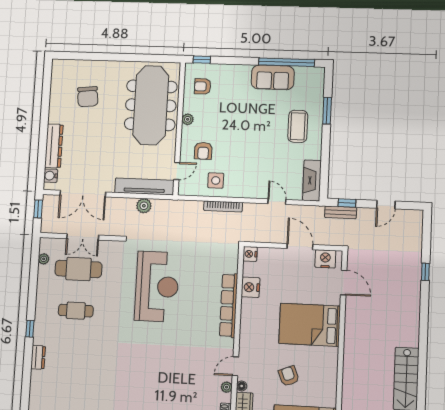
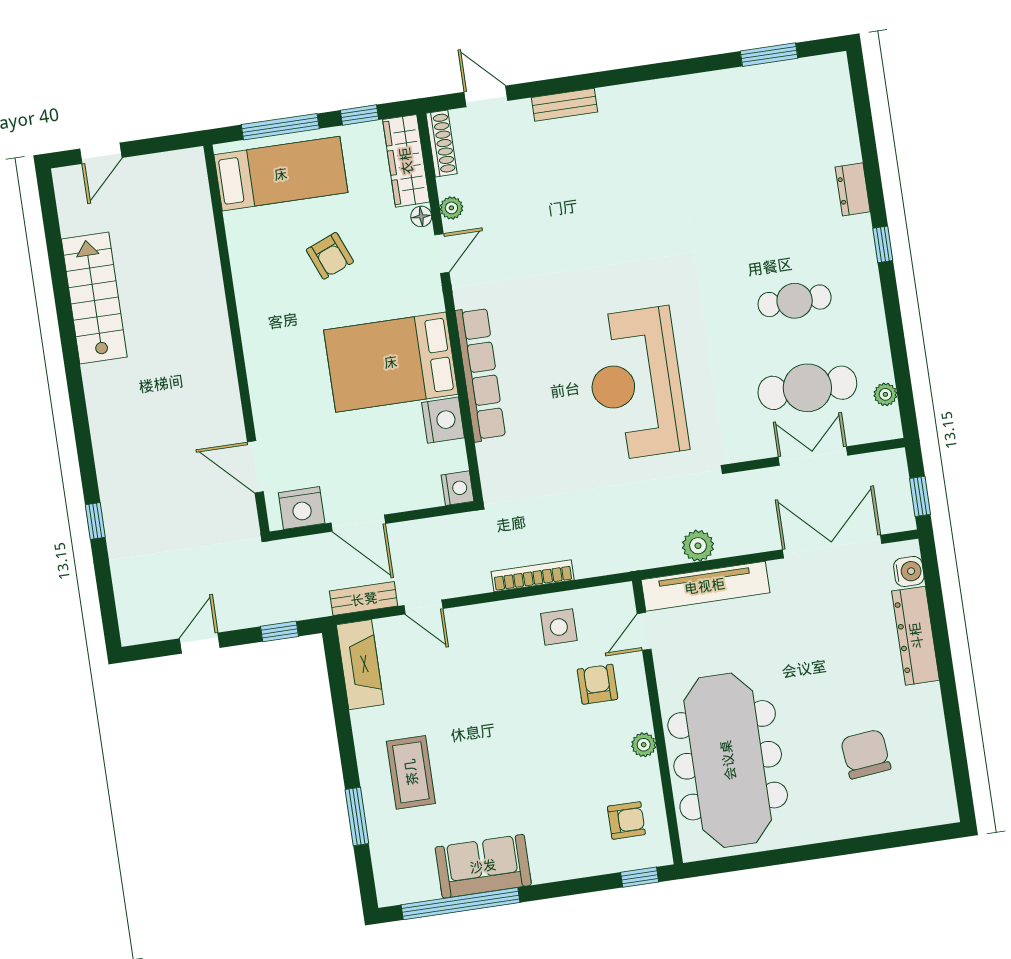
bench: (341, 212) -> (364, 599), moved
bed: (310, 325) -> (391, 362), moved, turned 180

